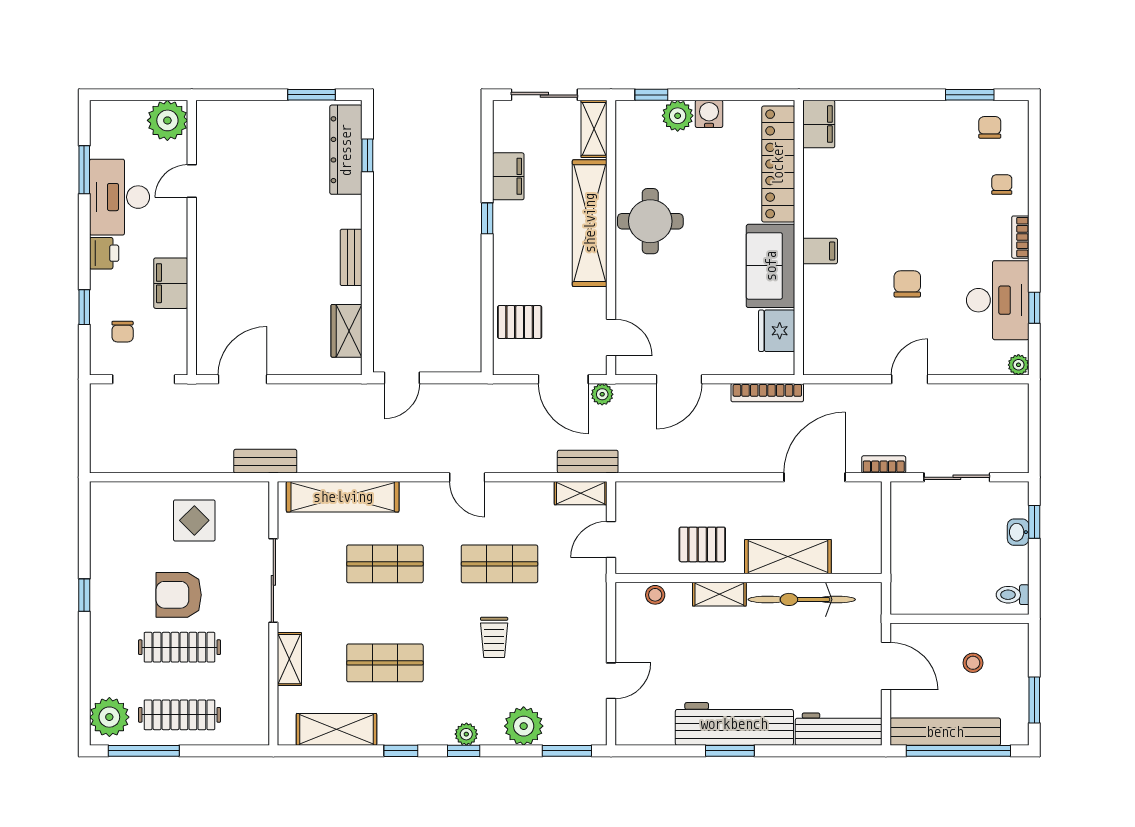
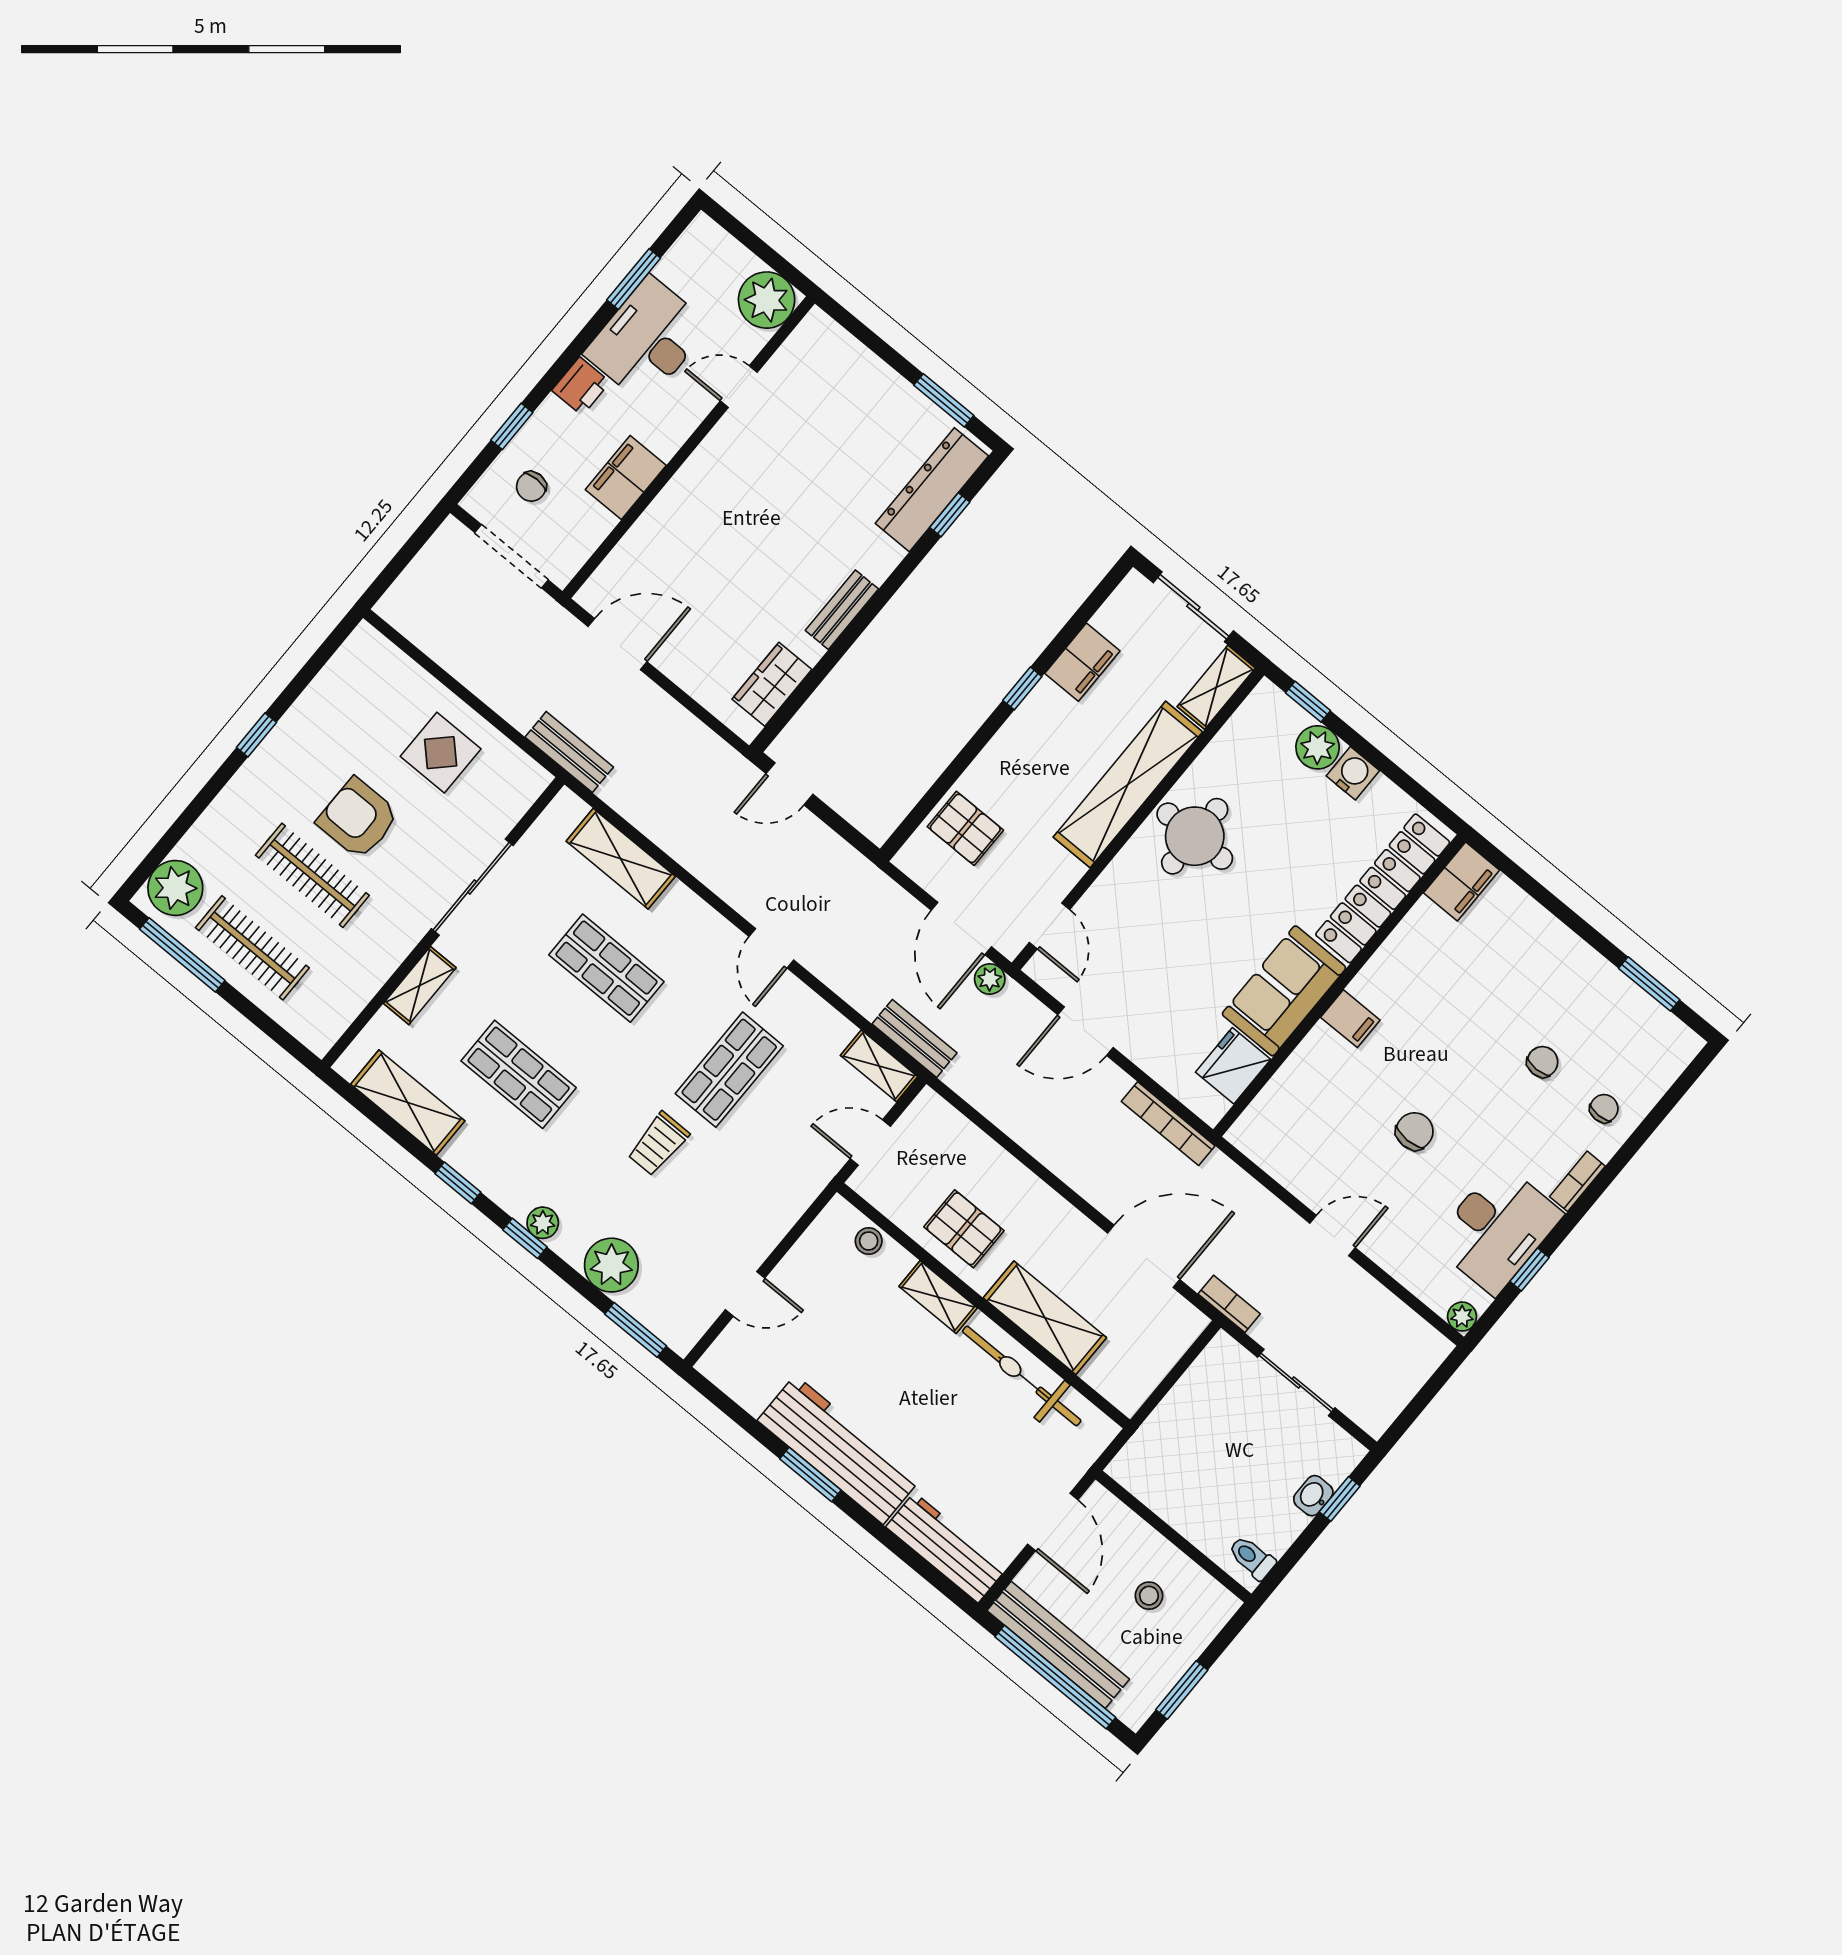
chair: (990, 127) -> (1542, 1062), moved
shelving: (343, 497) -> (621, 859), width x0.68
shop shelf: (499, 564) -> (729, 1070), turned 90

